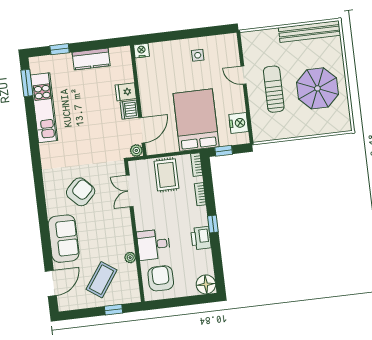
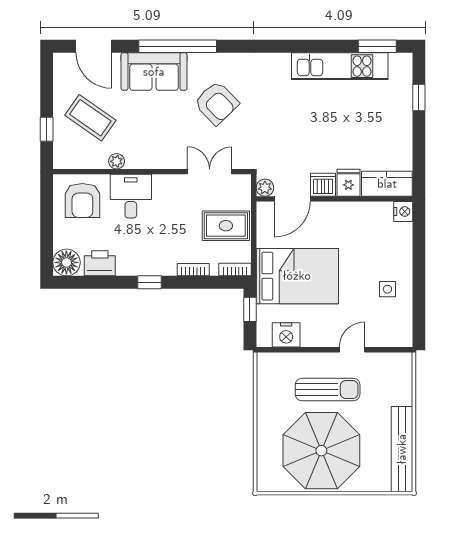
kitchen counter: (91, 59) -> (387, 184), moved, turned 90
parasol: (317, 88) -> (321, 451), width x1.36, depth x1.36
door: (142, 130) -> (292, 199), hinge flipped
window: (44, 224) -> (178, 46), added
printer: (201, 238) -> (100, 263), moved
armchair: (161, 278) -> (82, 200), turned 90

